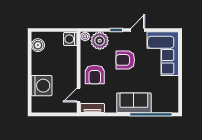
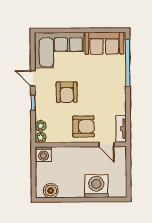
plant: (100, 41) -> (40, 126), width x0.53, depth x0.53
sofa: (134, 103) -> (104, 43), moved, turned -90

